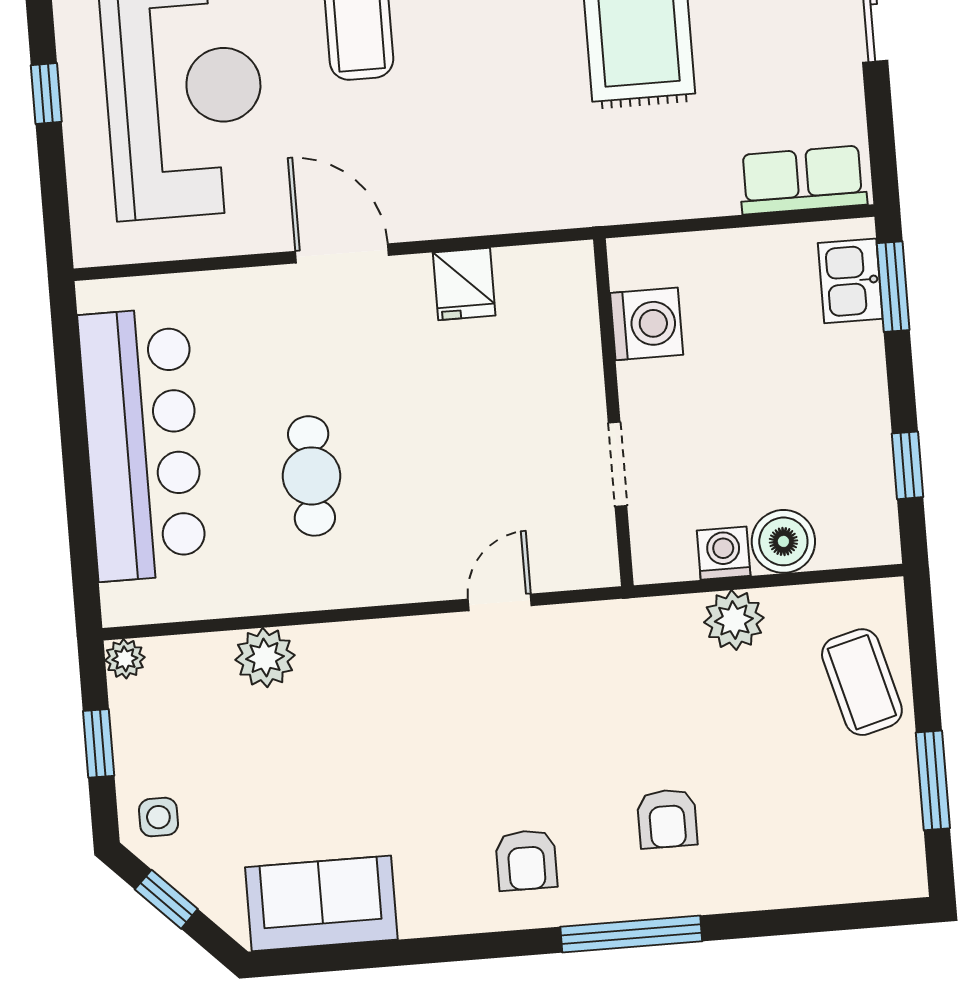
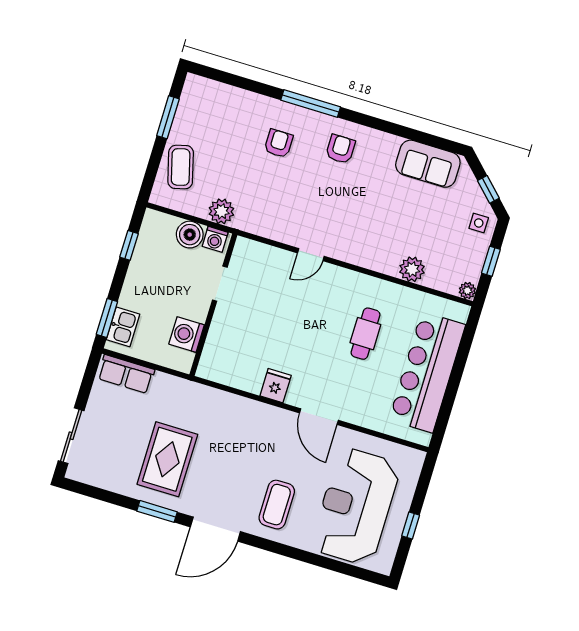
washing machine: (647, 324) -> (187, 334), moved
wall: (613, 412) -> (213, 305), moved
doorway: (618, 464) -> (220, 284), moved

